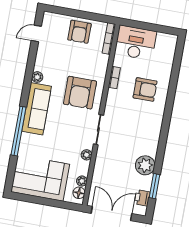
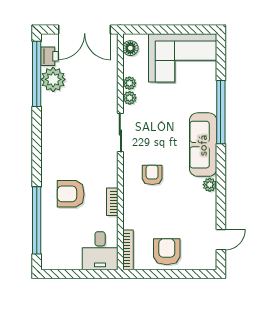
desk: (136, 43) -> (100, 251), width x0.73
window: (175, 74) -> (37, 220), added
armchair: (80, 93) -> (152, 175), width x0.53, depth x0.53
plant: (145, 165) -> (53, 79), moved
plant: (82, 181) -> (129, 83), moved
window: (154, 186) -> (37, 74), width x2.11

